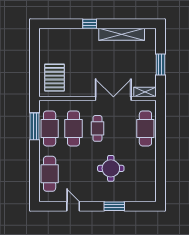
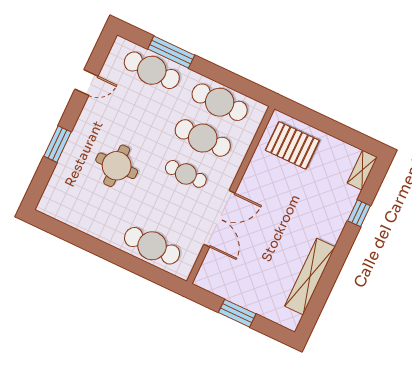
window: (90, 24) -> (359, 213), moved
shelving: (145, 92) -> (362, 170), moved
window: (35, 126) -> (171, 52), moved

